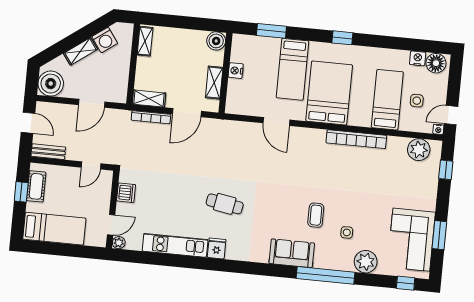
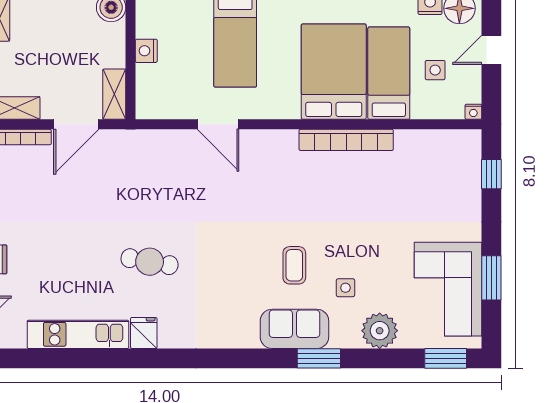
shelving: (214, 83) -> (114, 94), moved
bed: (329, 93) -> (334, 72), moved
door: (451, 115) -> (491, 50), moved
plant: (419, 150) -> (446, 147), removed
sofa: (292, 253) -> (294, 329), moved
window: (326, 275) -> (319, 358), width x0.47
window: (406, 283) -> (446, 358), width x1.50

